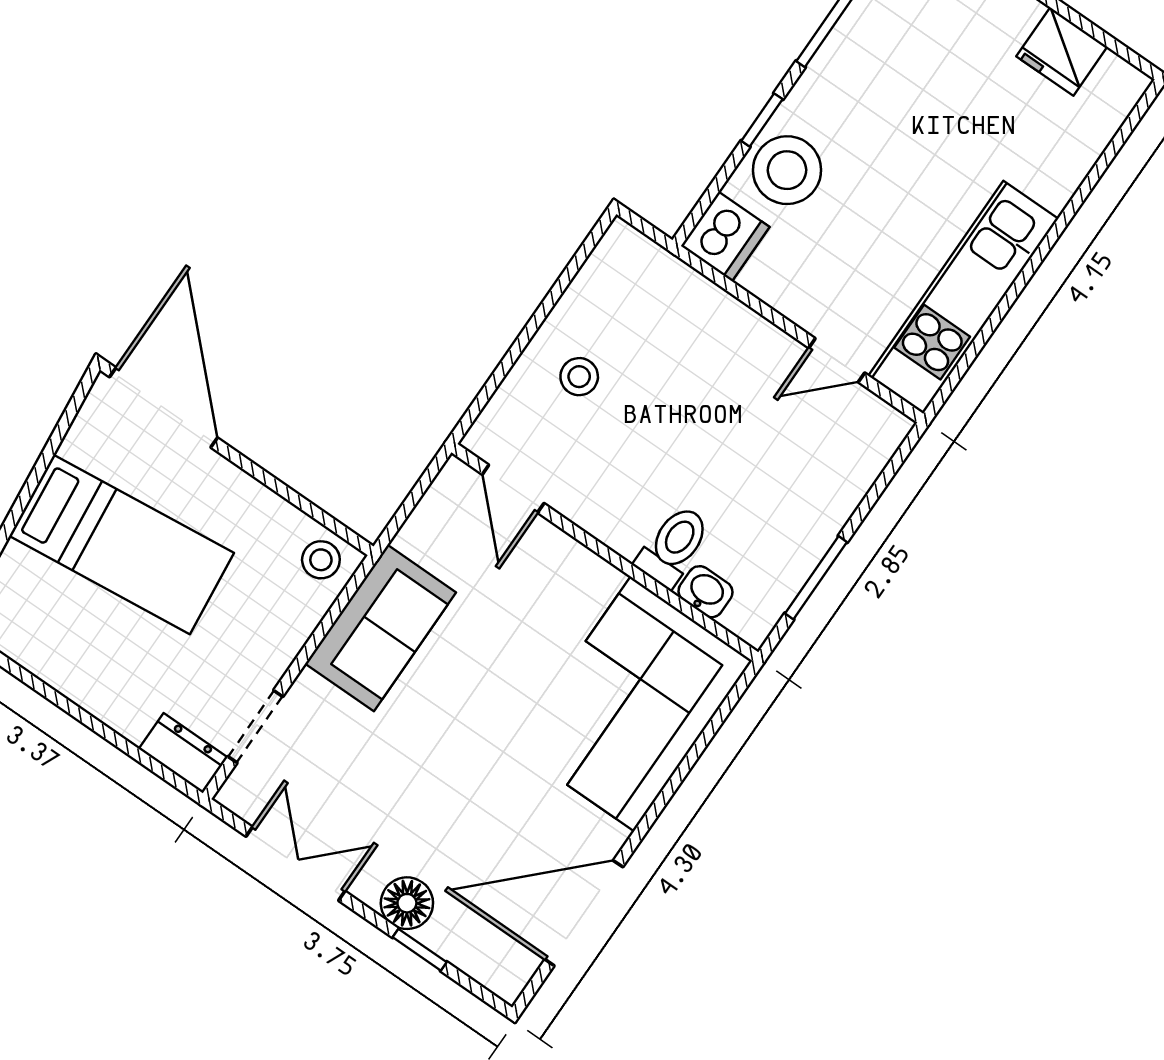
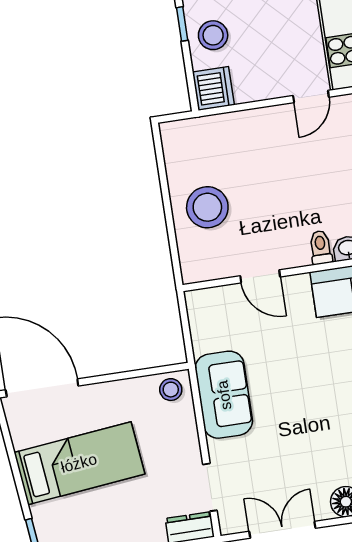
stool: (787, 170) -> (213, 35), width x0.73, depth x0.73
stool: (579, 377) -> (207, 207), width x1.89, depth x1.89
door: (513, 489) -> (260, 276), moved
toilet: (673, 546) -> (321, 247), width x0.73, depth x0.72

